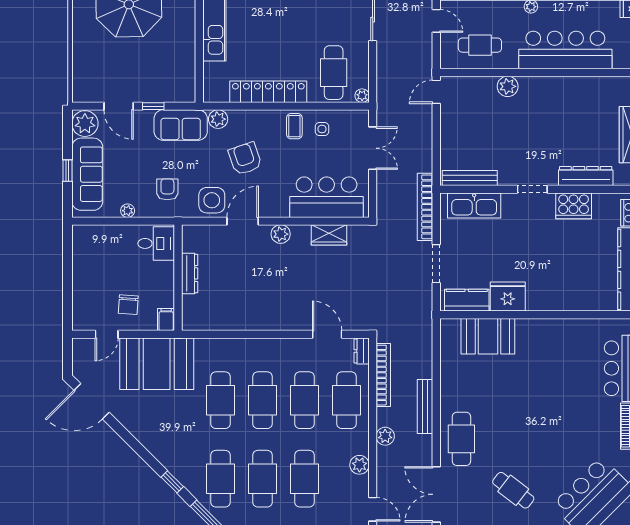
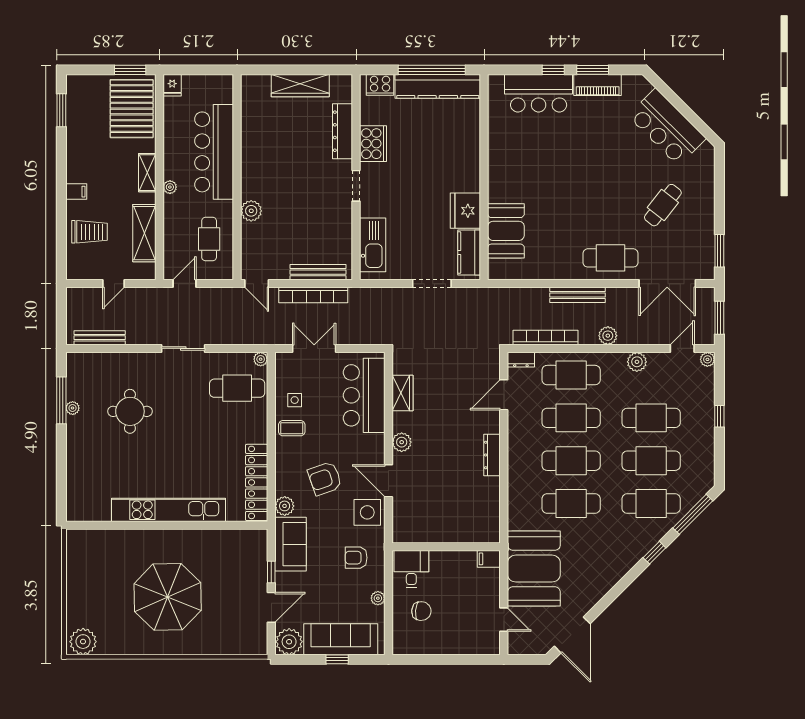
locker: (268, 92) -> (257, 482), moved
bench: (470, 178) -> (318, 272), moved, turned 90
bookcase: (425, 207) -> (313, 295), moved
dresser: (190, 273) -> (492, 455), moved, turned -90
chair: (128, 305) -> (421, 611), moved

